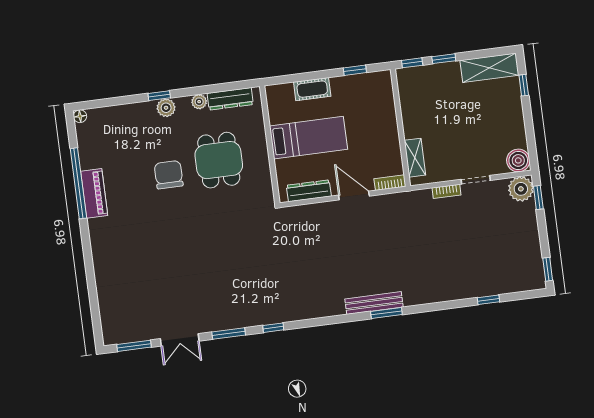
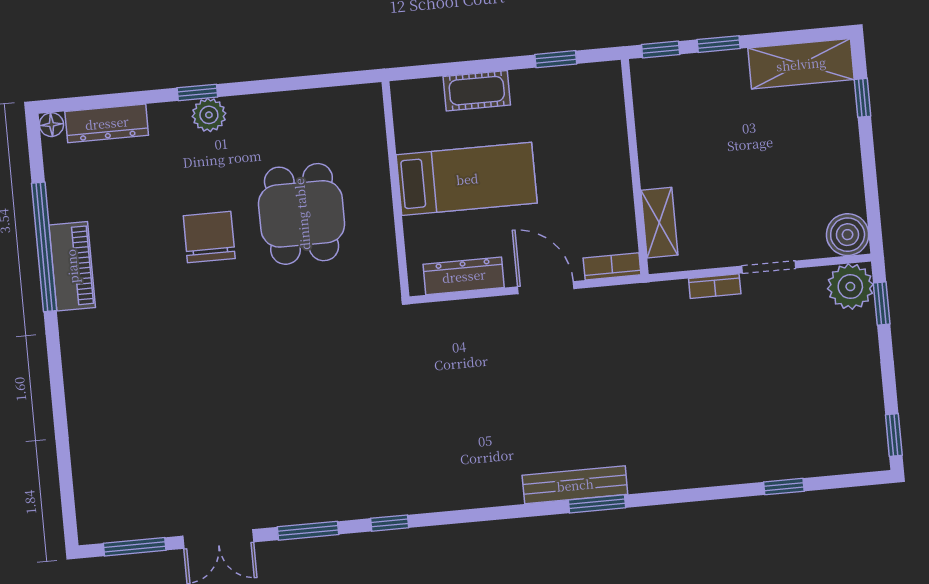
dresser: (230, 99) -> (107, 123), moved
plant: (199, 102) -> (270, 106), removed

